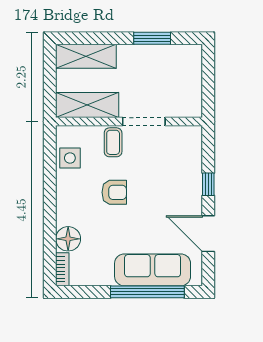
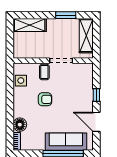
shelving: (87, 105) -> (86, 36), moved, turned 90

